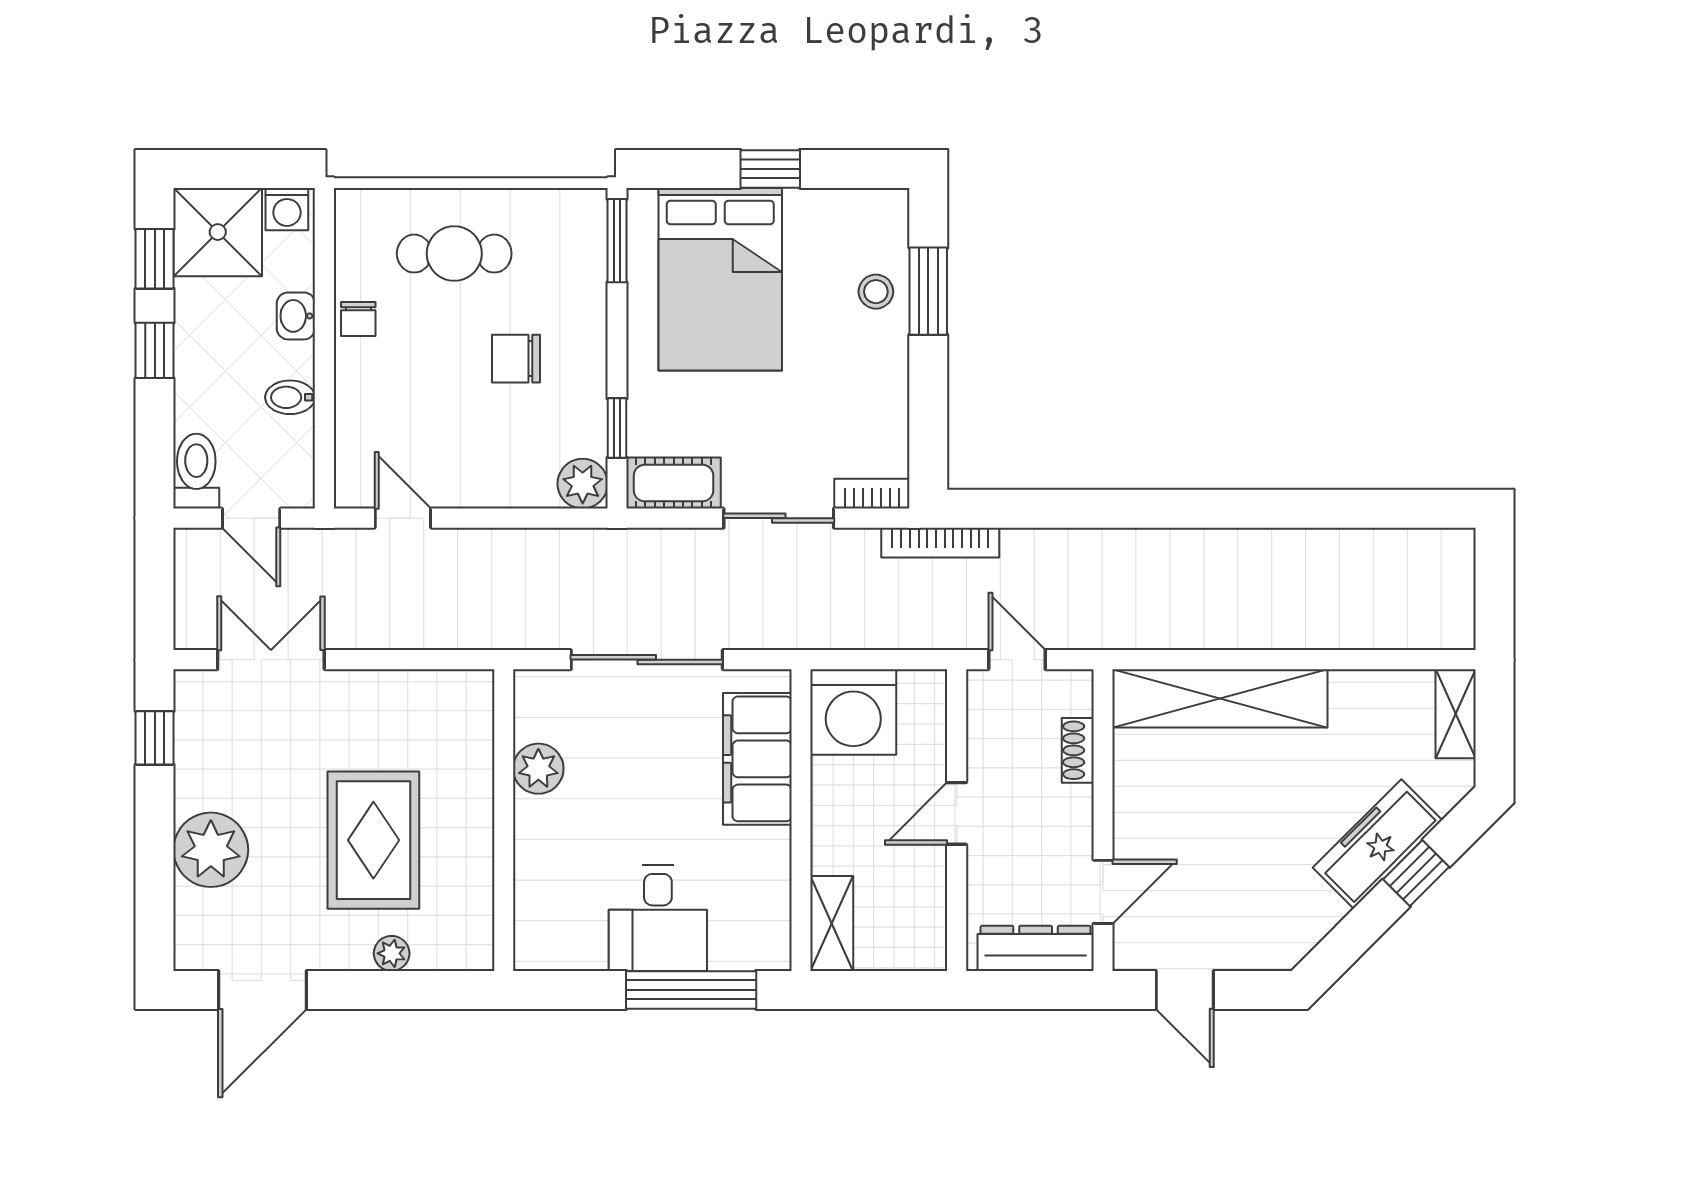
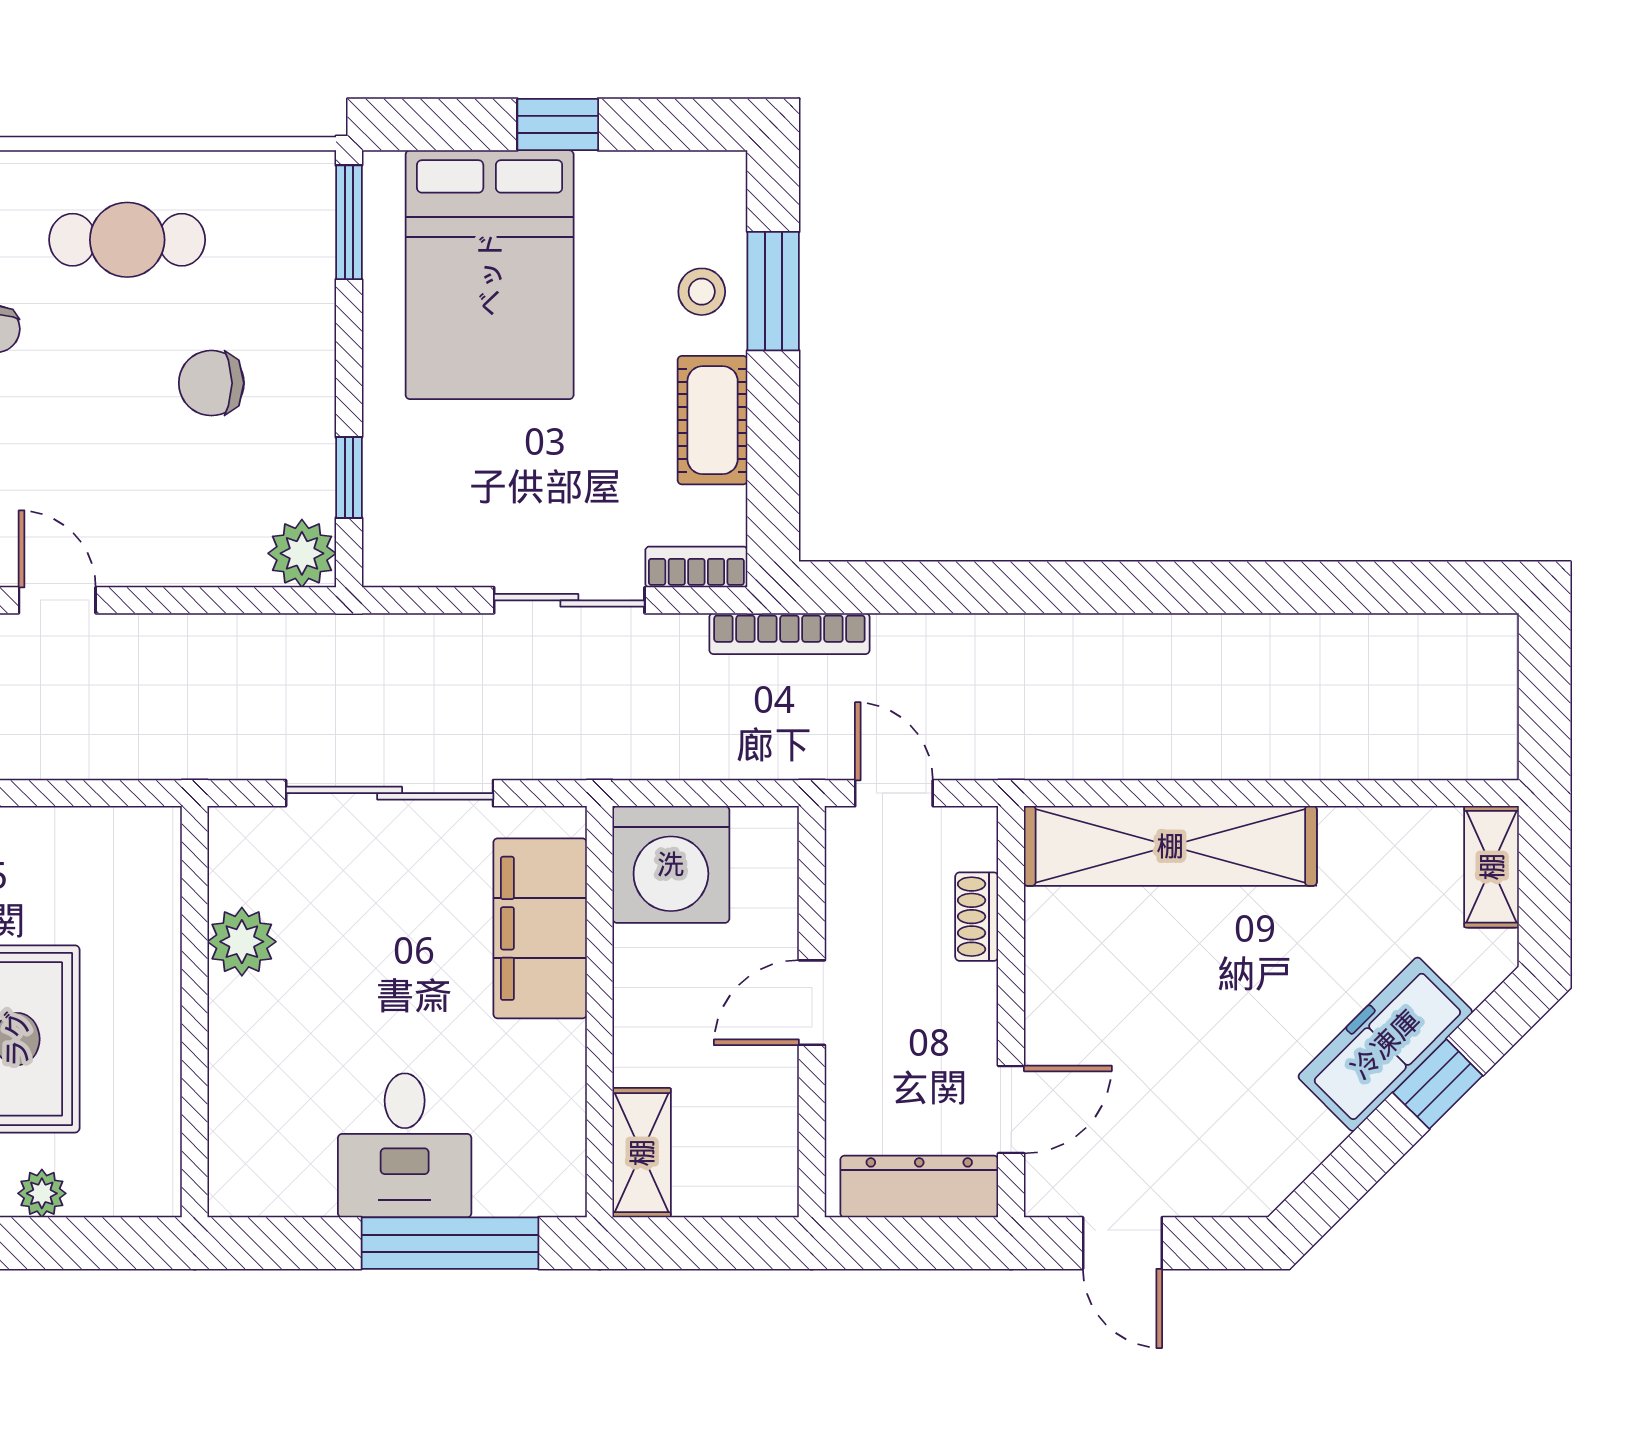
cot: (674, 483) -> (713, 420), moved, turned 90

